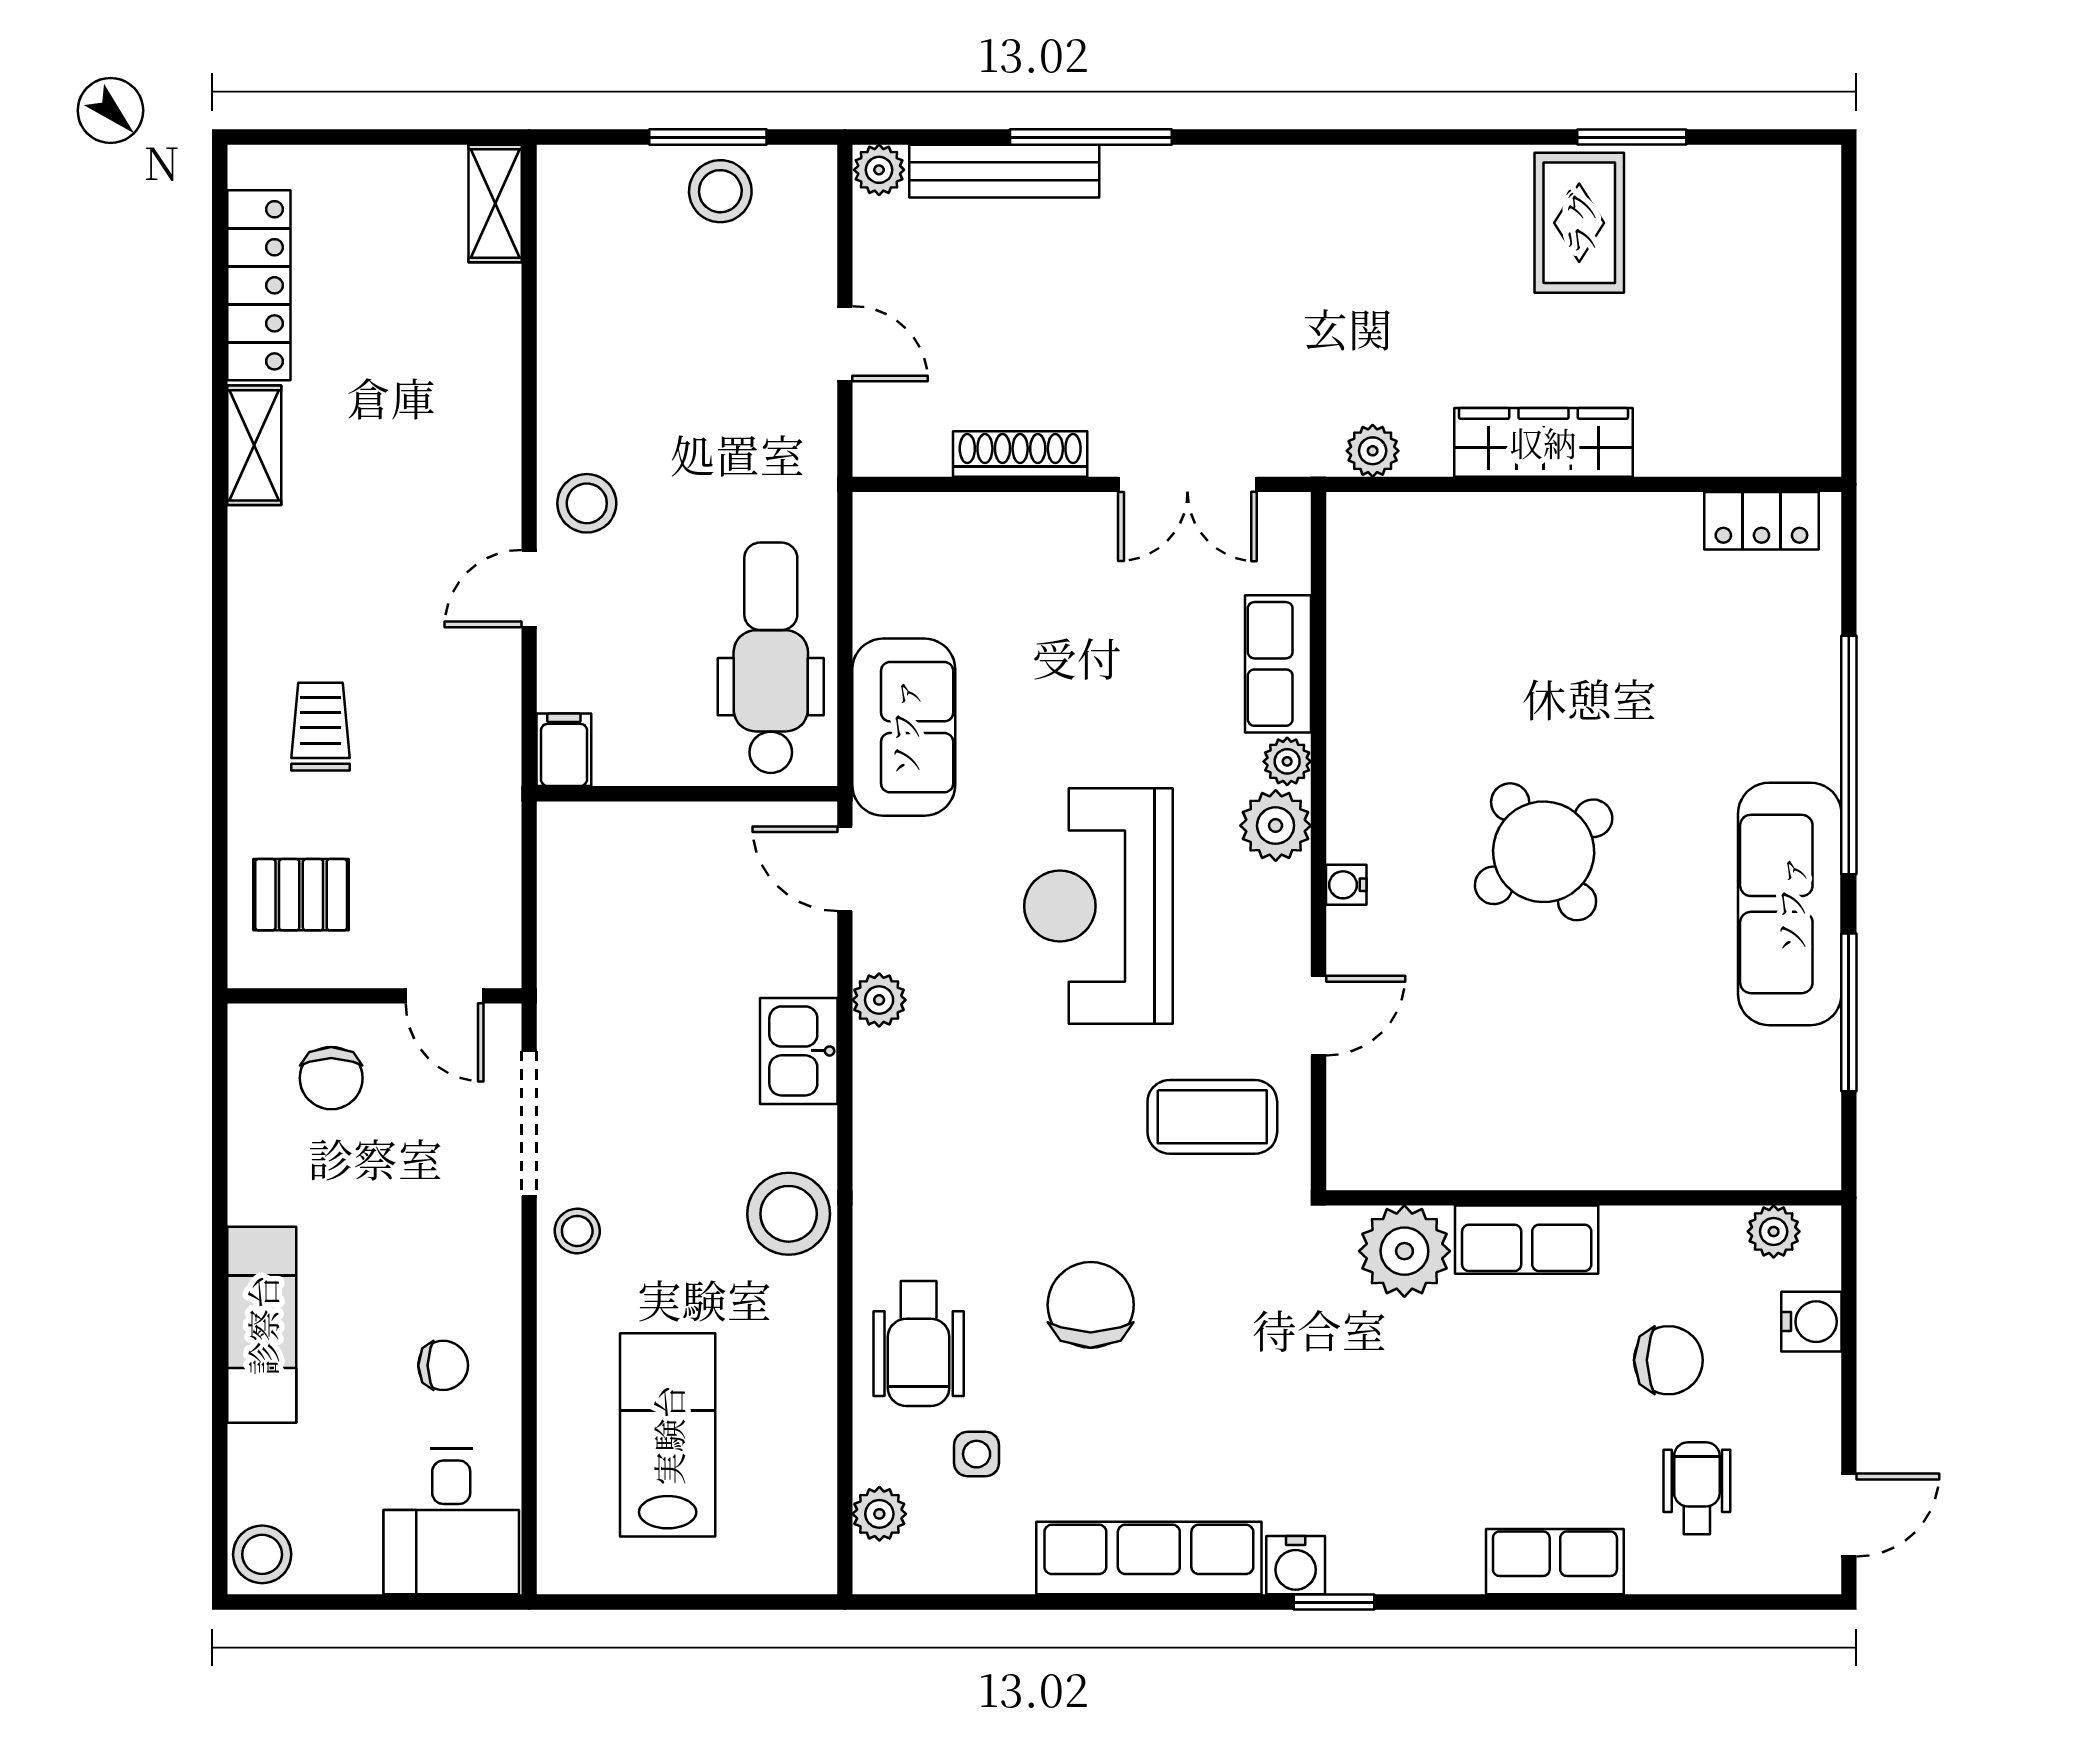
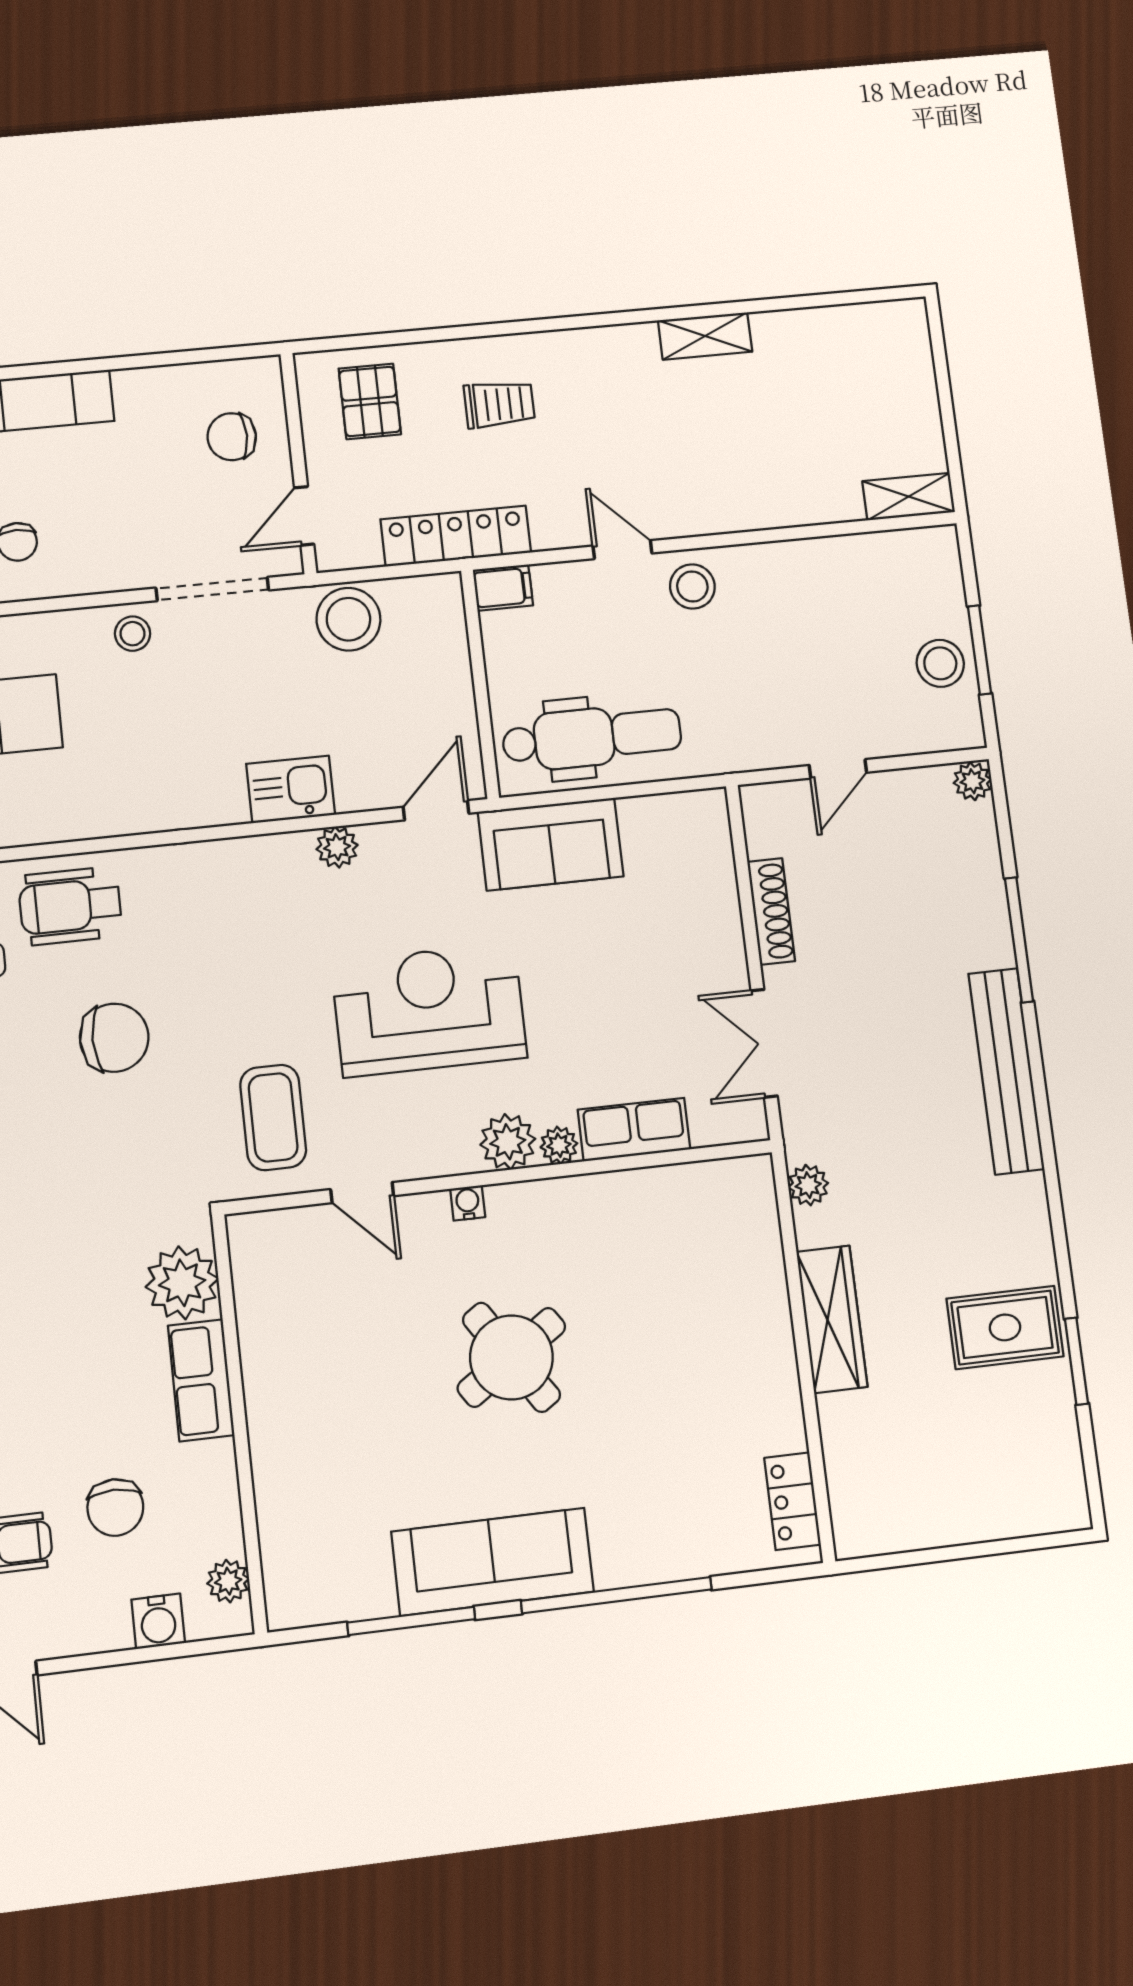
bench: (1004, 171) -> (1006, 1071), moved, width x1.37, depth x1.21
locker: (259, 285) -> (456, 536), moved, turned 180
stool: (789, 1214) -> (348, 619), moved

